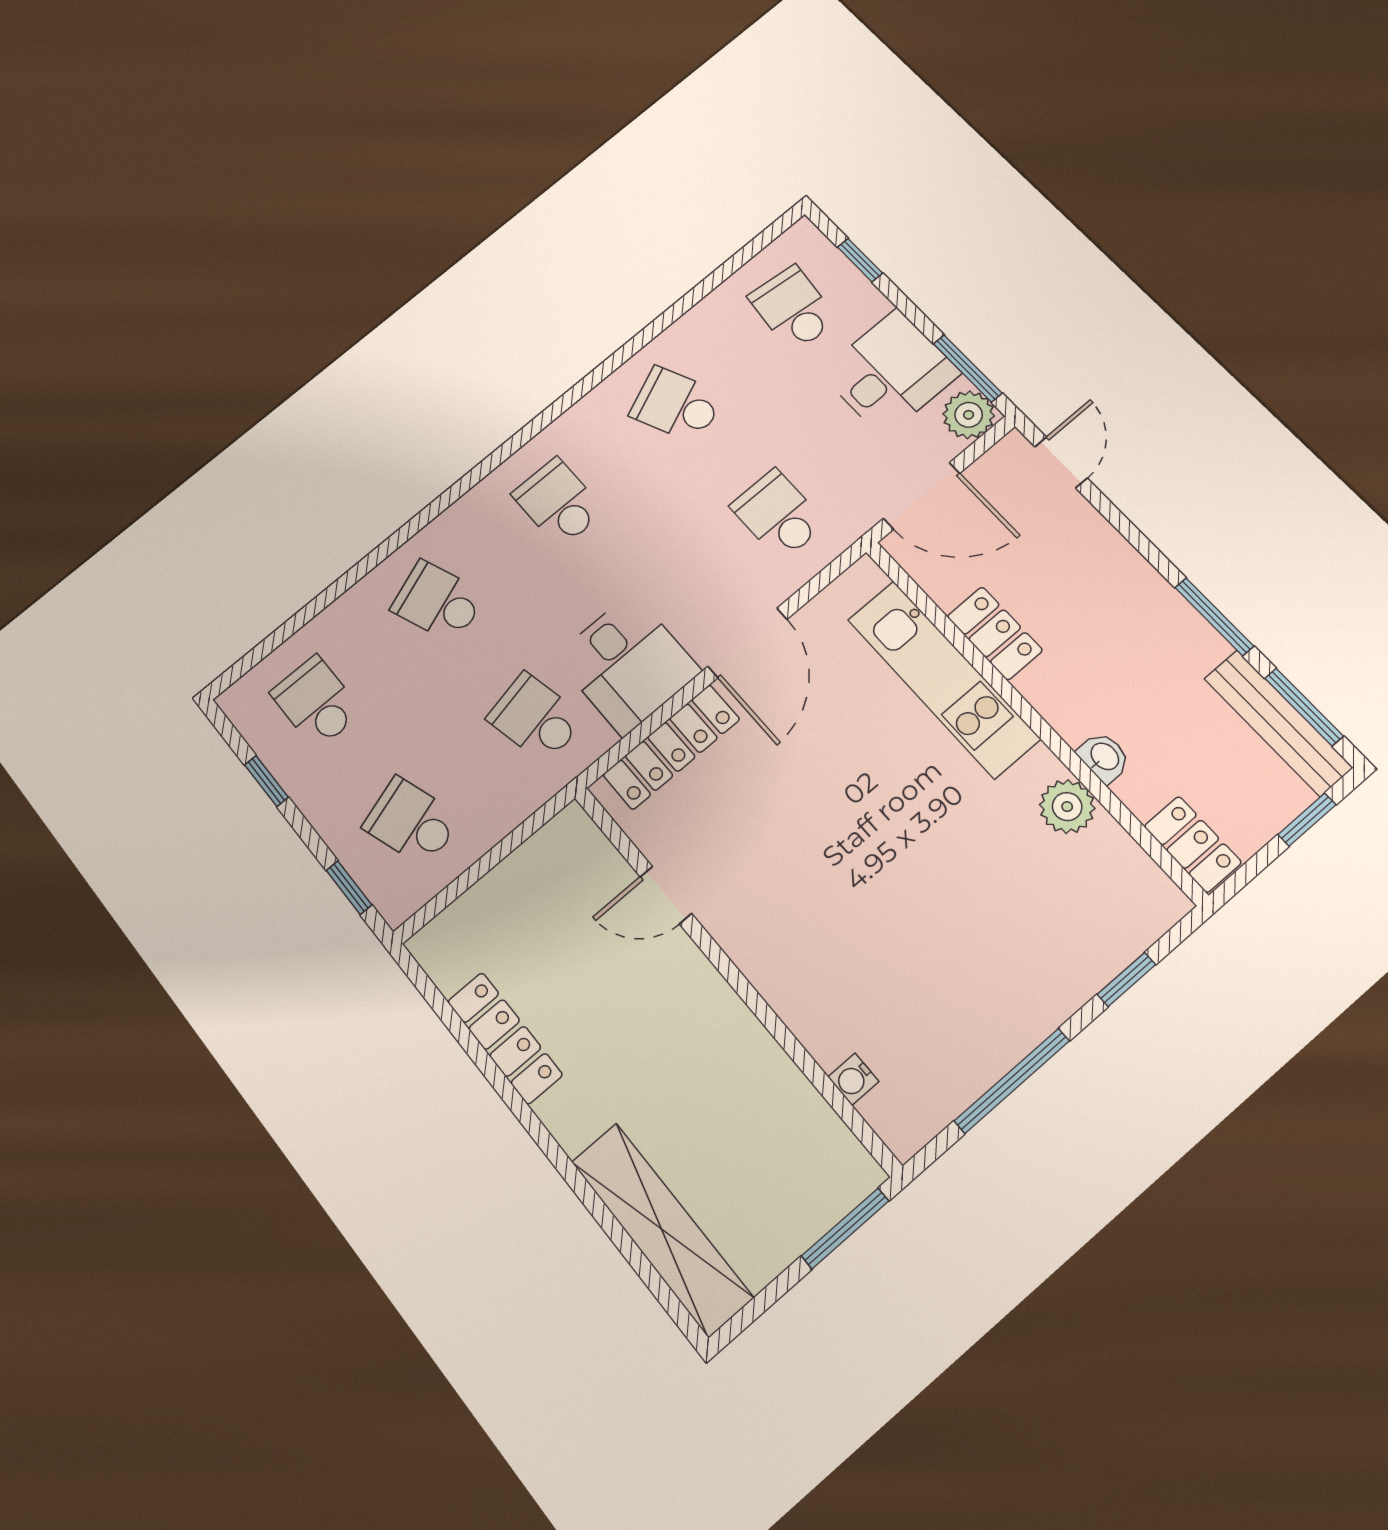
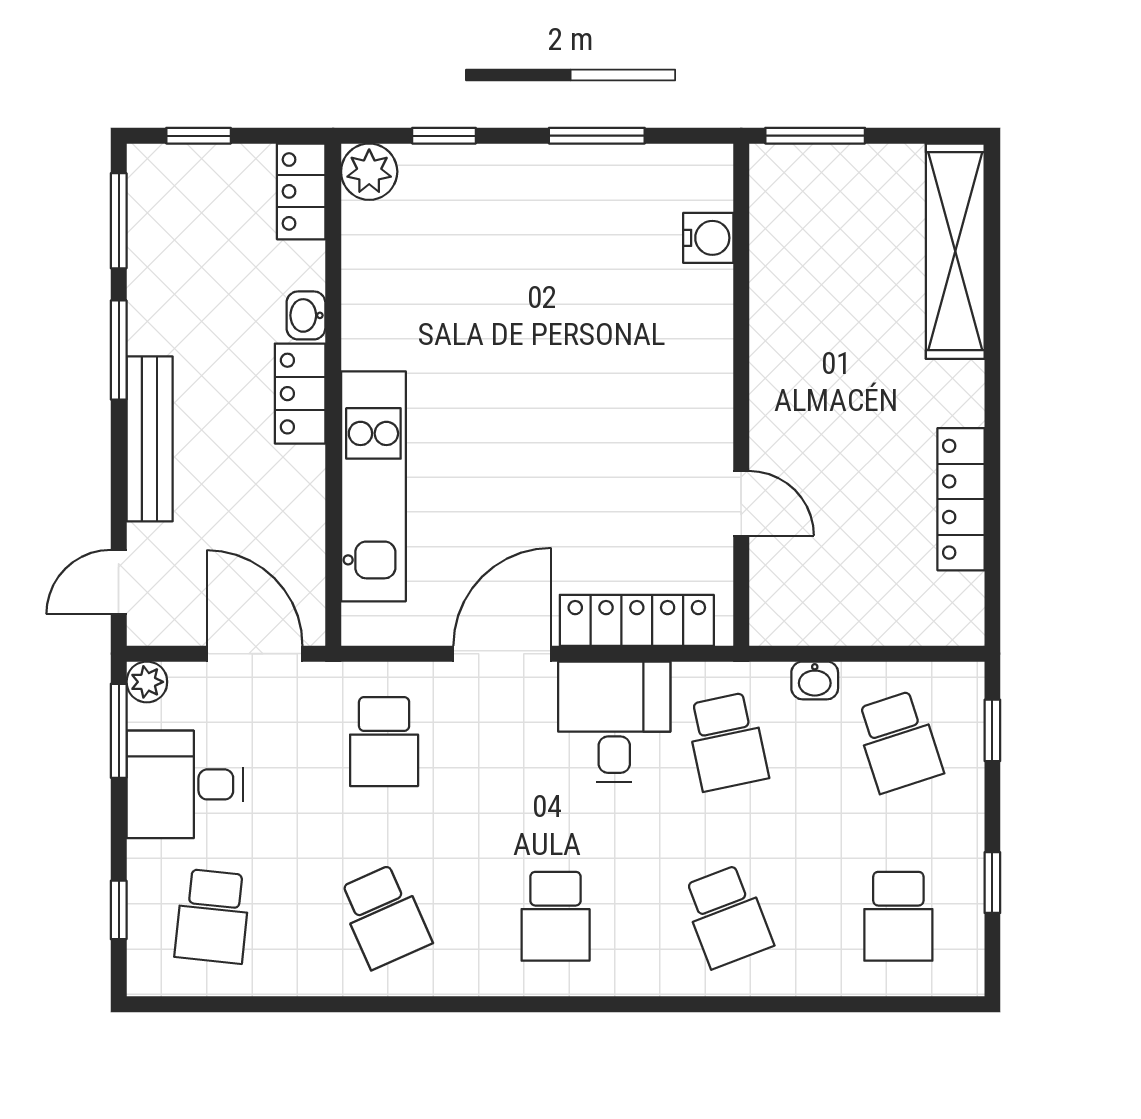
plant: (969, 415) -> (147, 682), width x0.73, depth x0.73
locker: (995, 633) -> (300, 394), moved
bench: (1278, 723) -> (150, 439), moved
plant: (1067, 807) -> (369, 172), moved
washbasin: (507, 814) -> (815, 680), added
water cooler: (853, 1079) -> (708, 238), width x1.38, depth x1.38
window: (1012, 1081) -> (597, 136), width x0.69

